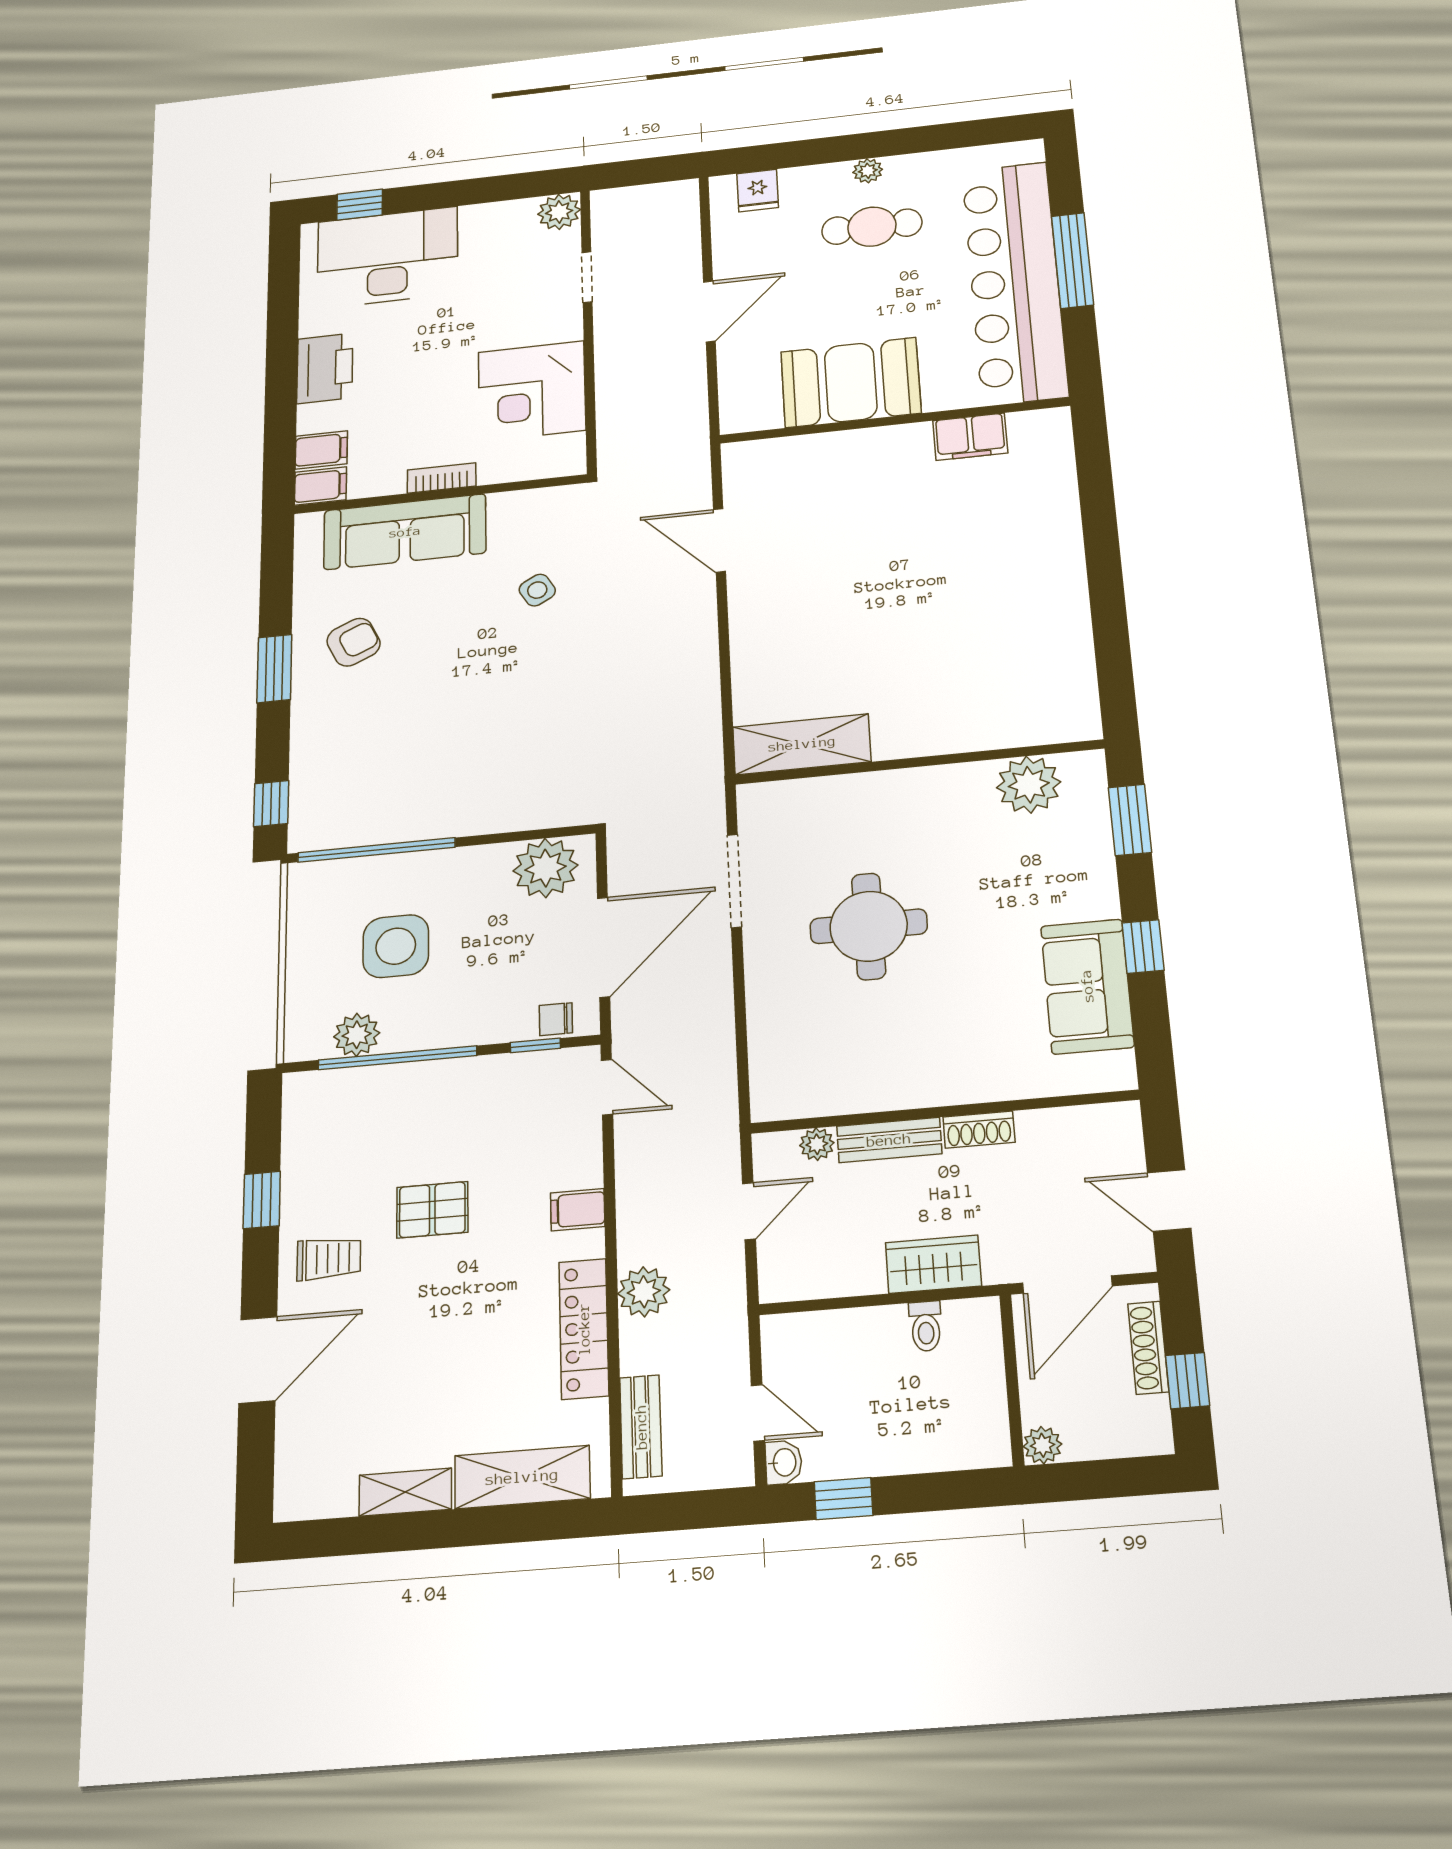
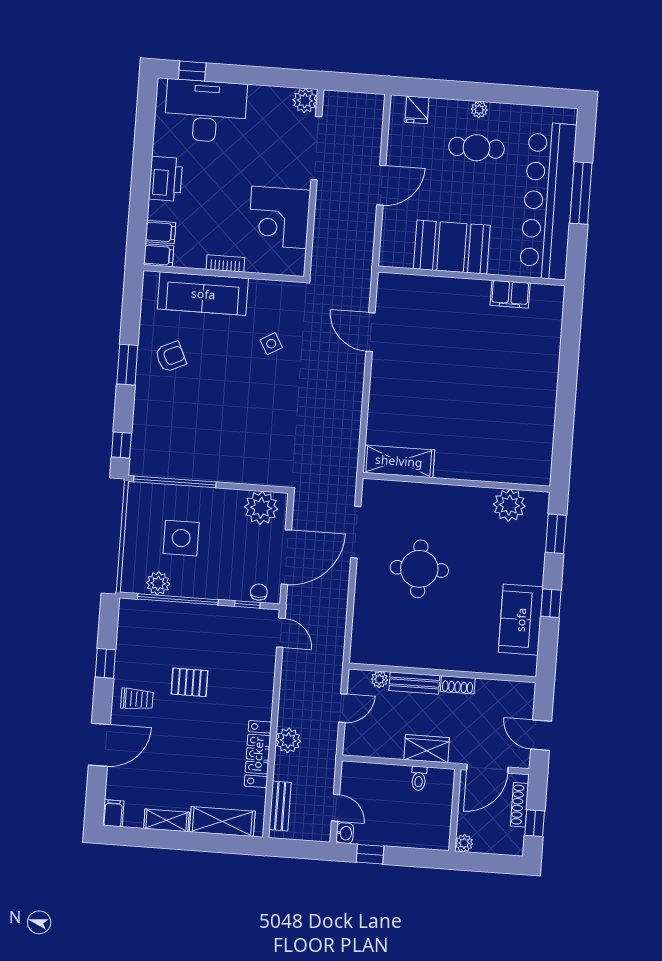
doorway: (587, 277) -> (316, 148), width x1.87
chair: (556, 1019) -> (259, 592), turned 90
filing cabinet: (578, 1210) -> (113, 813), moved, turned 90

